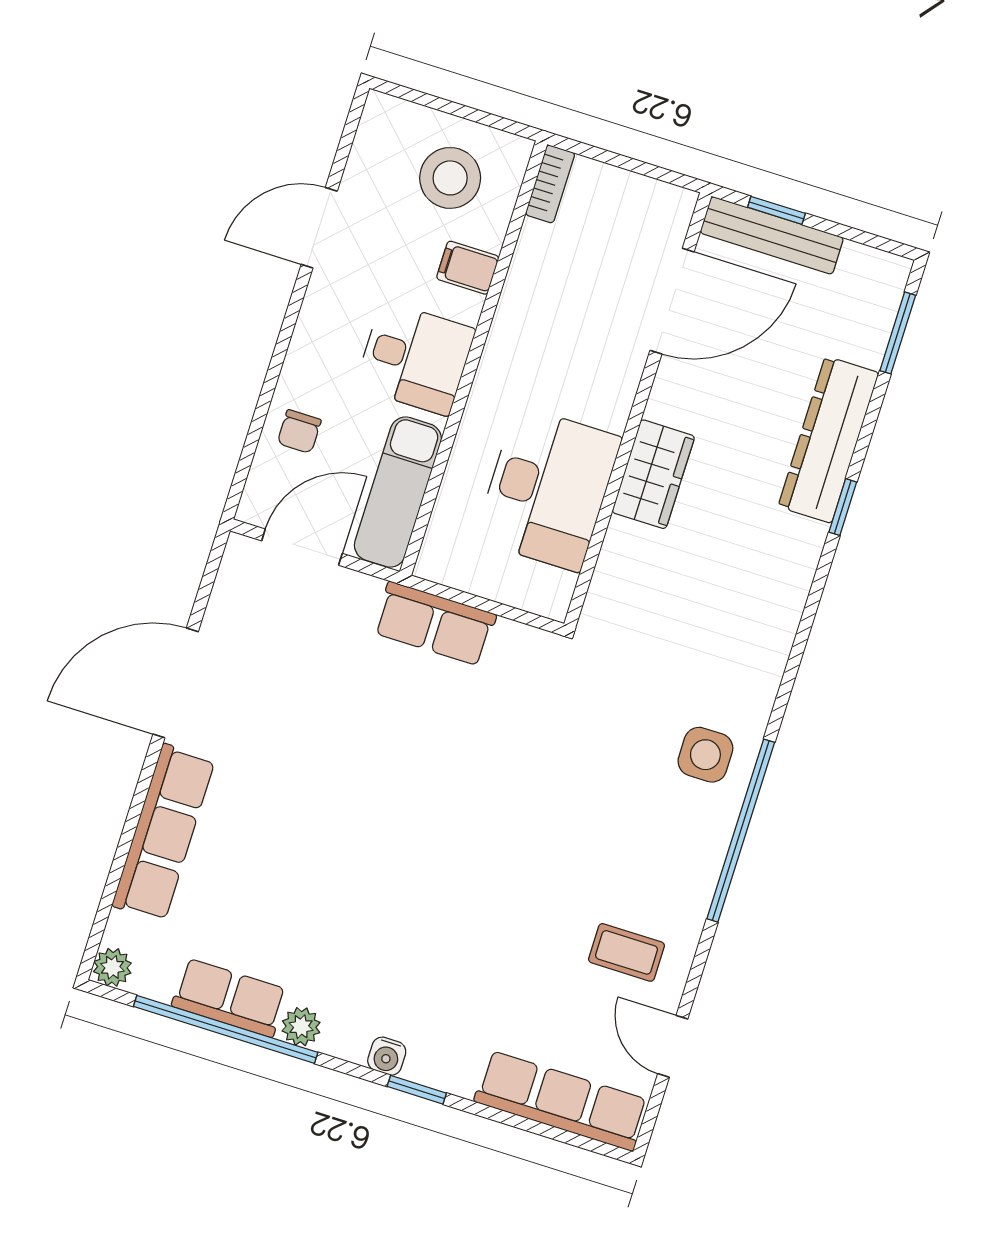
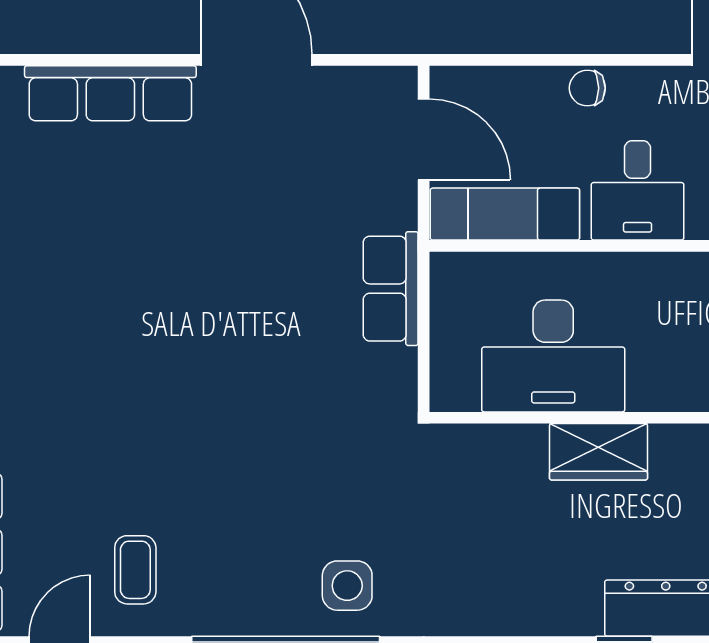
chair: (299, 432) -> (587, 88), moved

